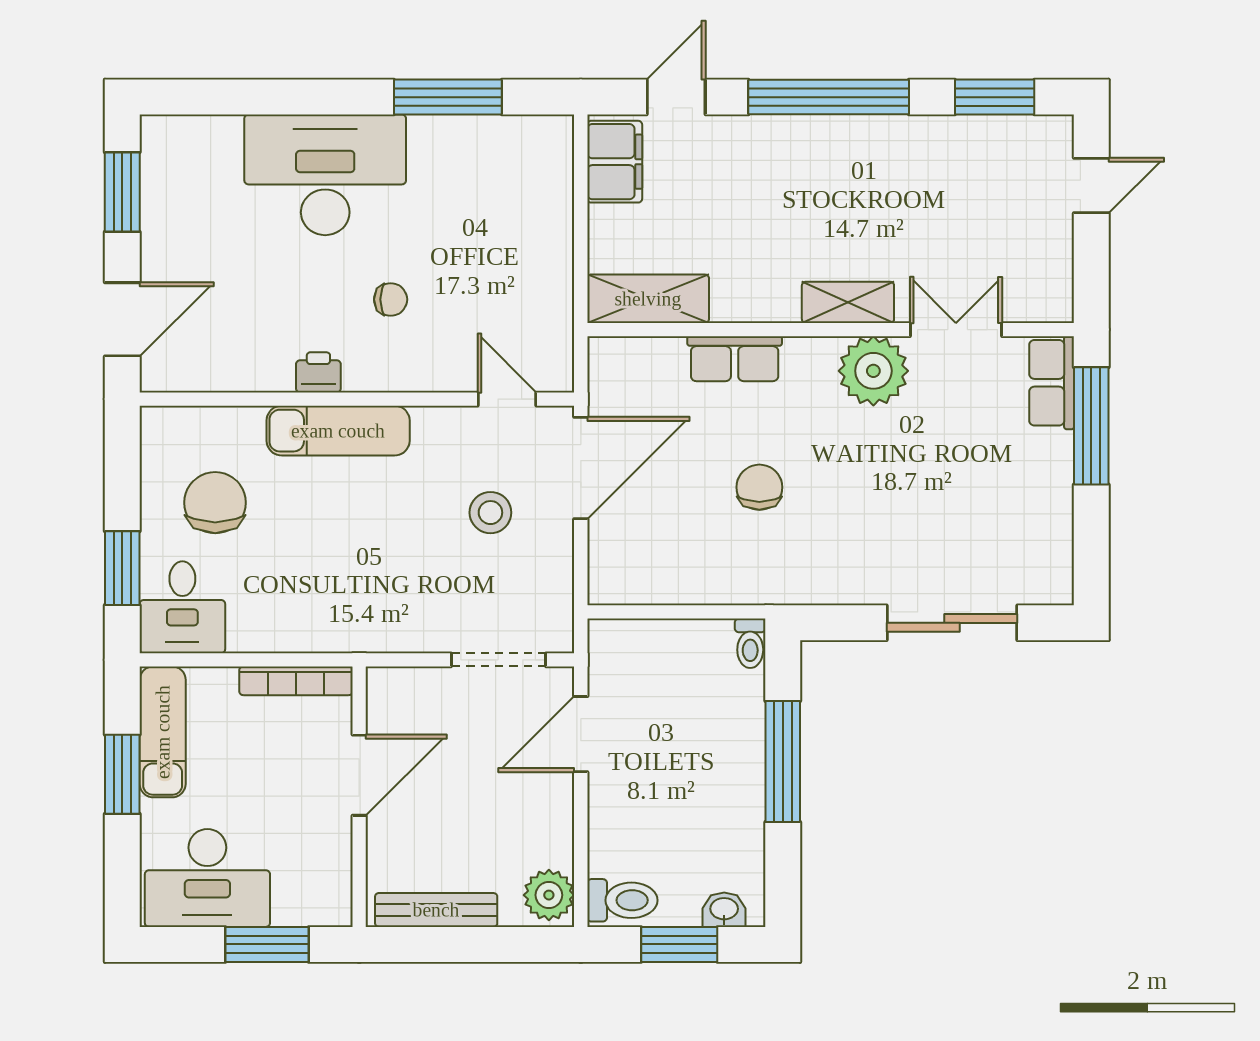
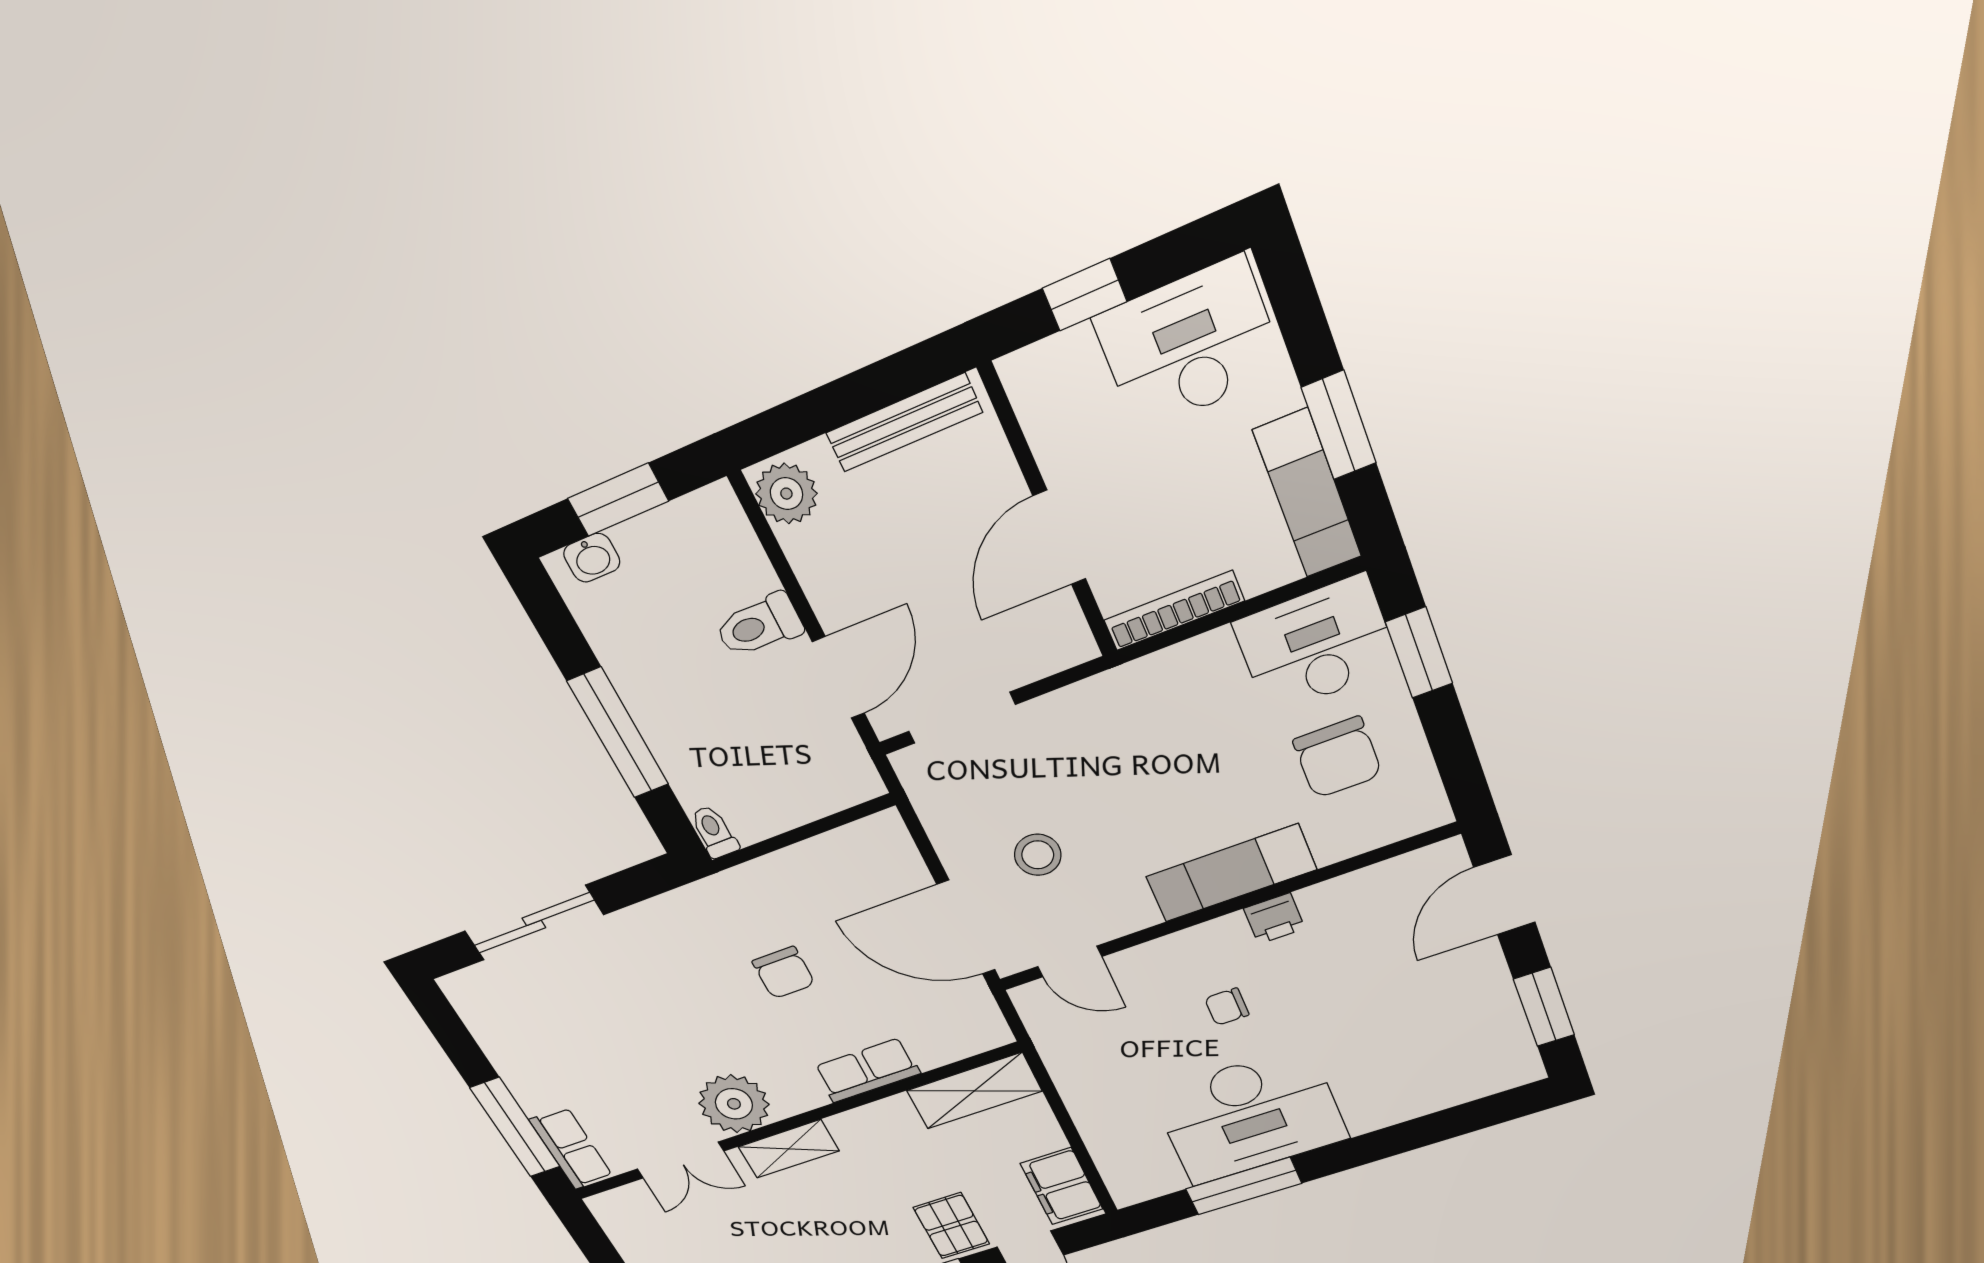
pallet: (738, 156) -> (951, 1226), added
desk: (325, 175) -> (1250, 1116), moved
door: (581, 468) -> (966, 927), hinge flipped
desk: (182, 607) -> (1316, 645), width x1.37
toilet: (622, 900) -> (759, 626), moved
window: (267, 944) -> (1085, 295), width x0.67

